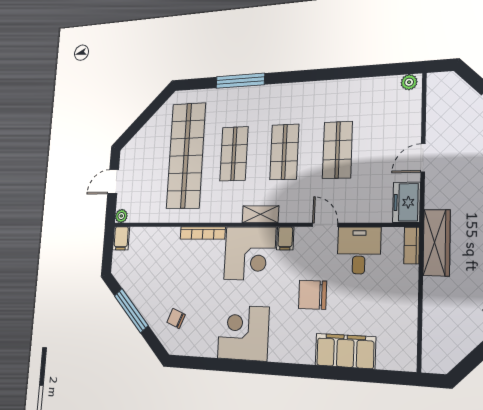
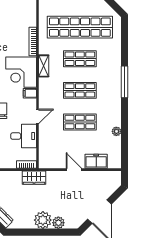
window: (240, 81) -> (125, 82), moved
plant: (409, 82) -> (116, 131), moved
freezer: (406, 202) -> (96, 161), moved
shelving: (260, 214) -> (44, 66), moved
wardrobe: (437, 243) -> (34, 178), width x0.67

